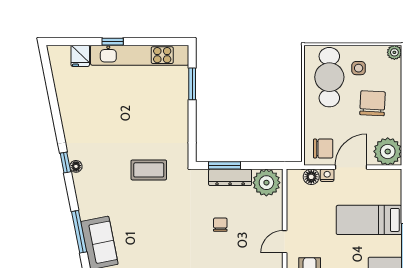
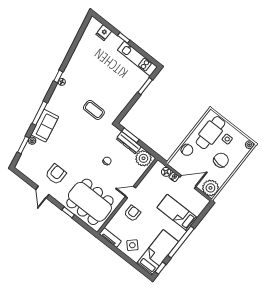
kitchen unit: (140, 55) -> (137, 59), width x0.73
chair: (323, 149) -> (187, 150), moved

